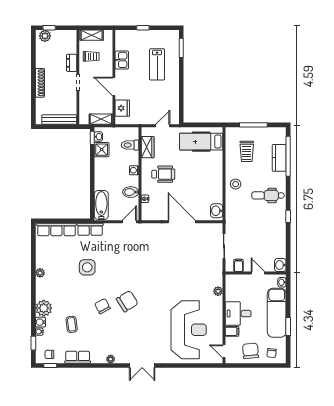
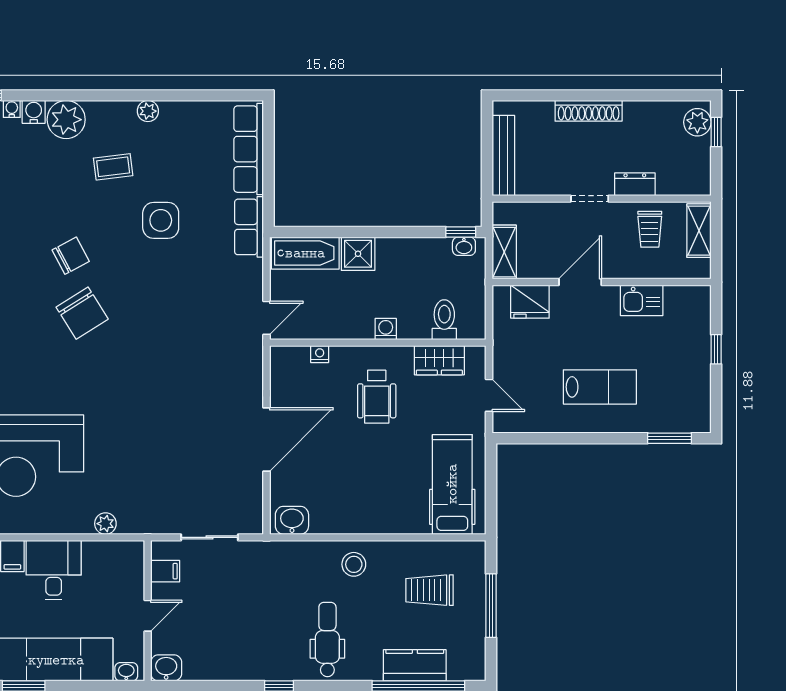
lab bench: (157, 64) -> (600, 387), moved, turned 180
shower: (102, 150) -> (358, 254), moved
bidet: (131, 192) -> (335, 321), removed
door: (129, 222) -> (267, 318), hinge flipped
coffee table: (72, 324) -> (113, 167), moved

